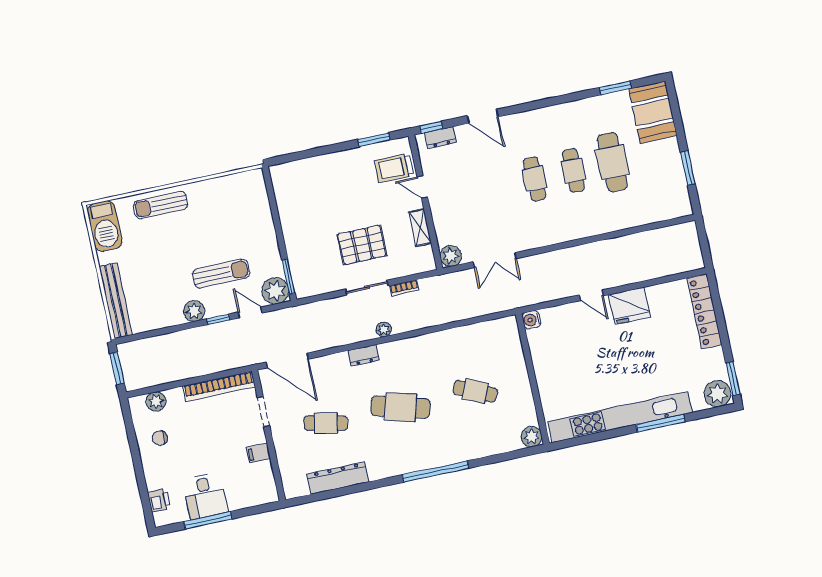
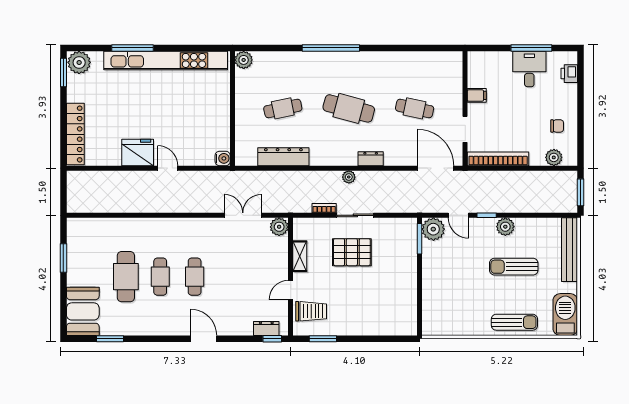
door: (483, 116) -> (204, 339), moved
door: (422, 187) -> (291, 290), swing flipped
sun lounger: (221, 274) -> (514, 267), moved
cafe table: (475, 391) -> (283, 108), turned -36
dresser: (338, 478) -> (283, 157), moved, turned 180

